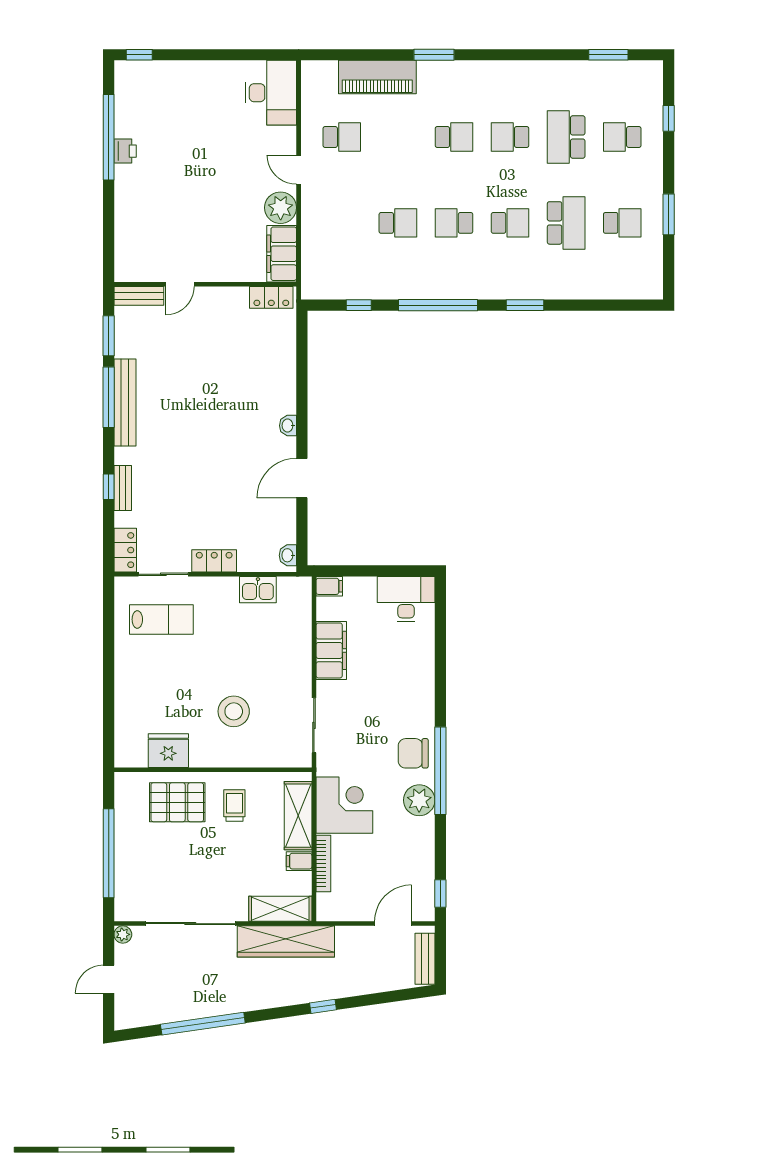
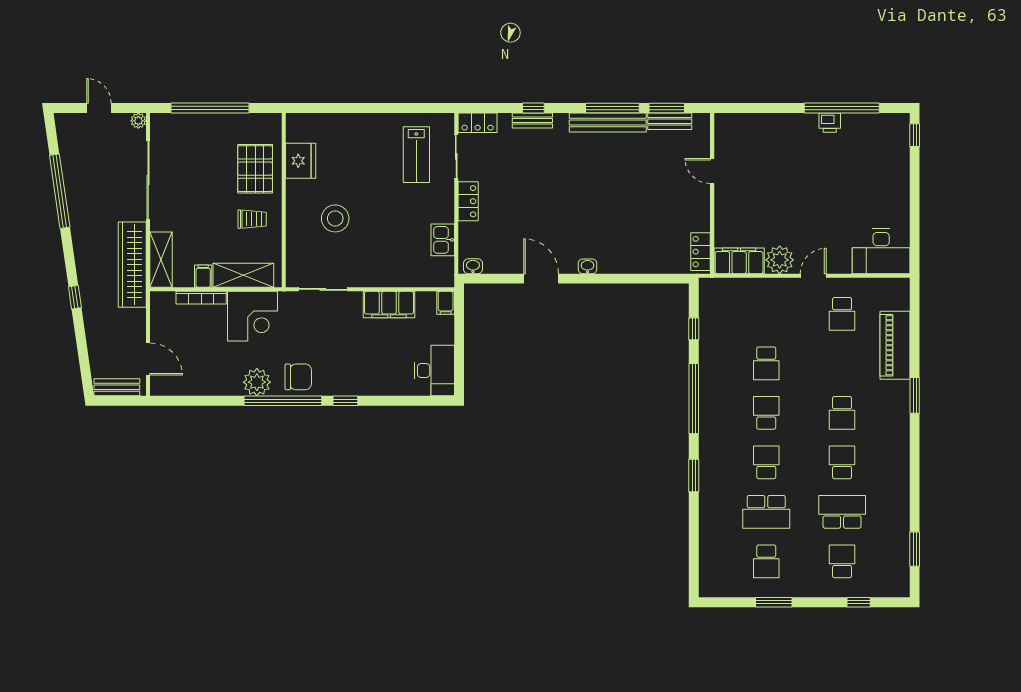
school desk: (510, 223) -> (766, 462), turned 180
bench: (139, 296) -> (670, 121), moved, turned 90
chair: (413, 753) -> (298, 377), turned 90
window: (440, 894) -> (345, 401), moved

